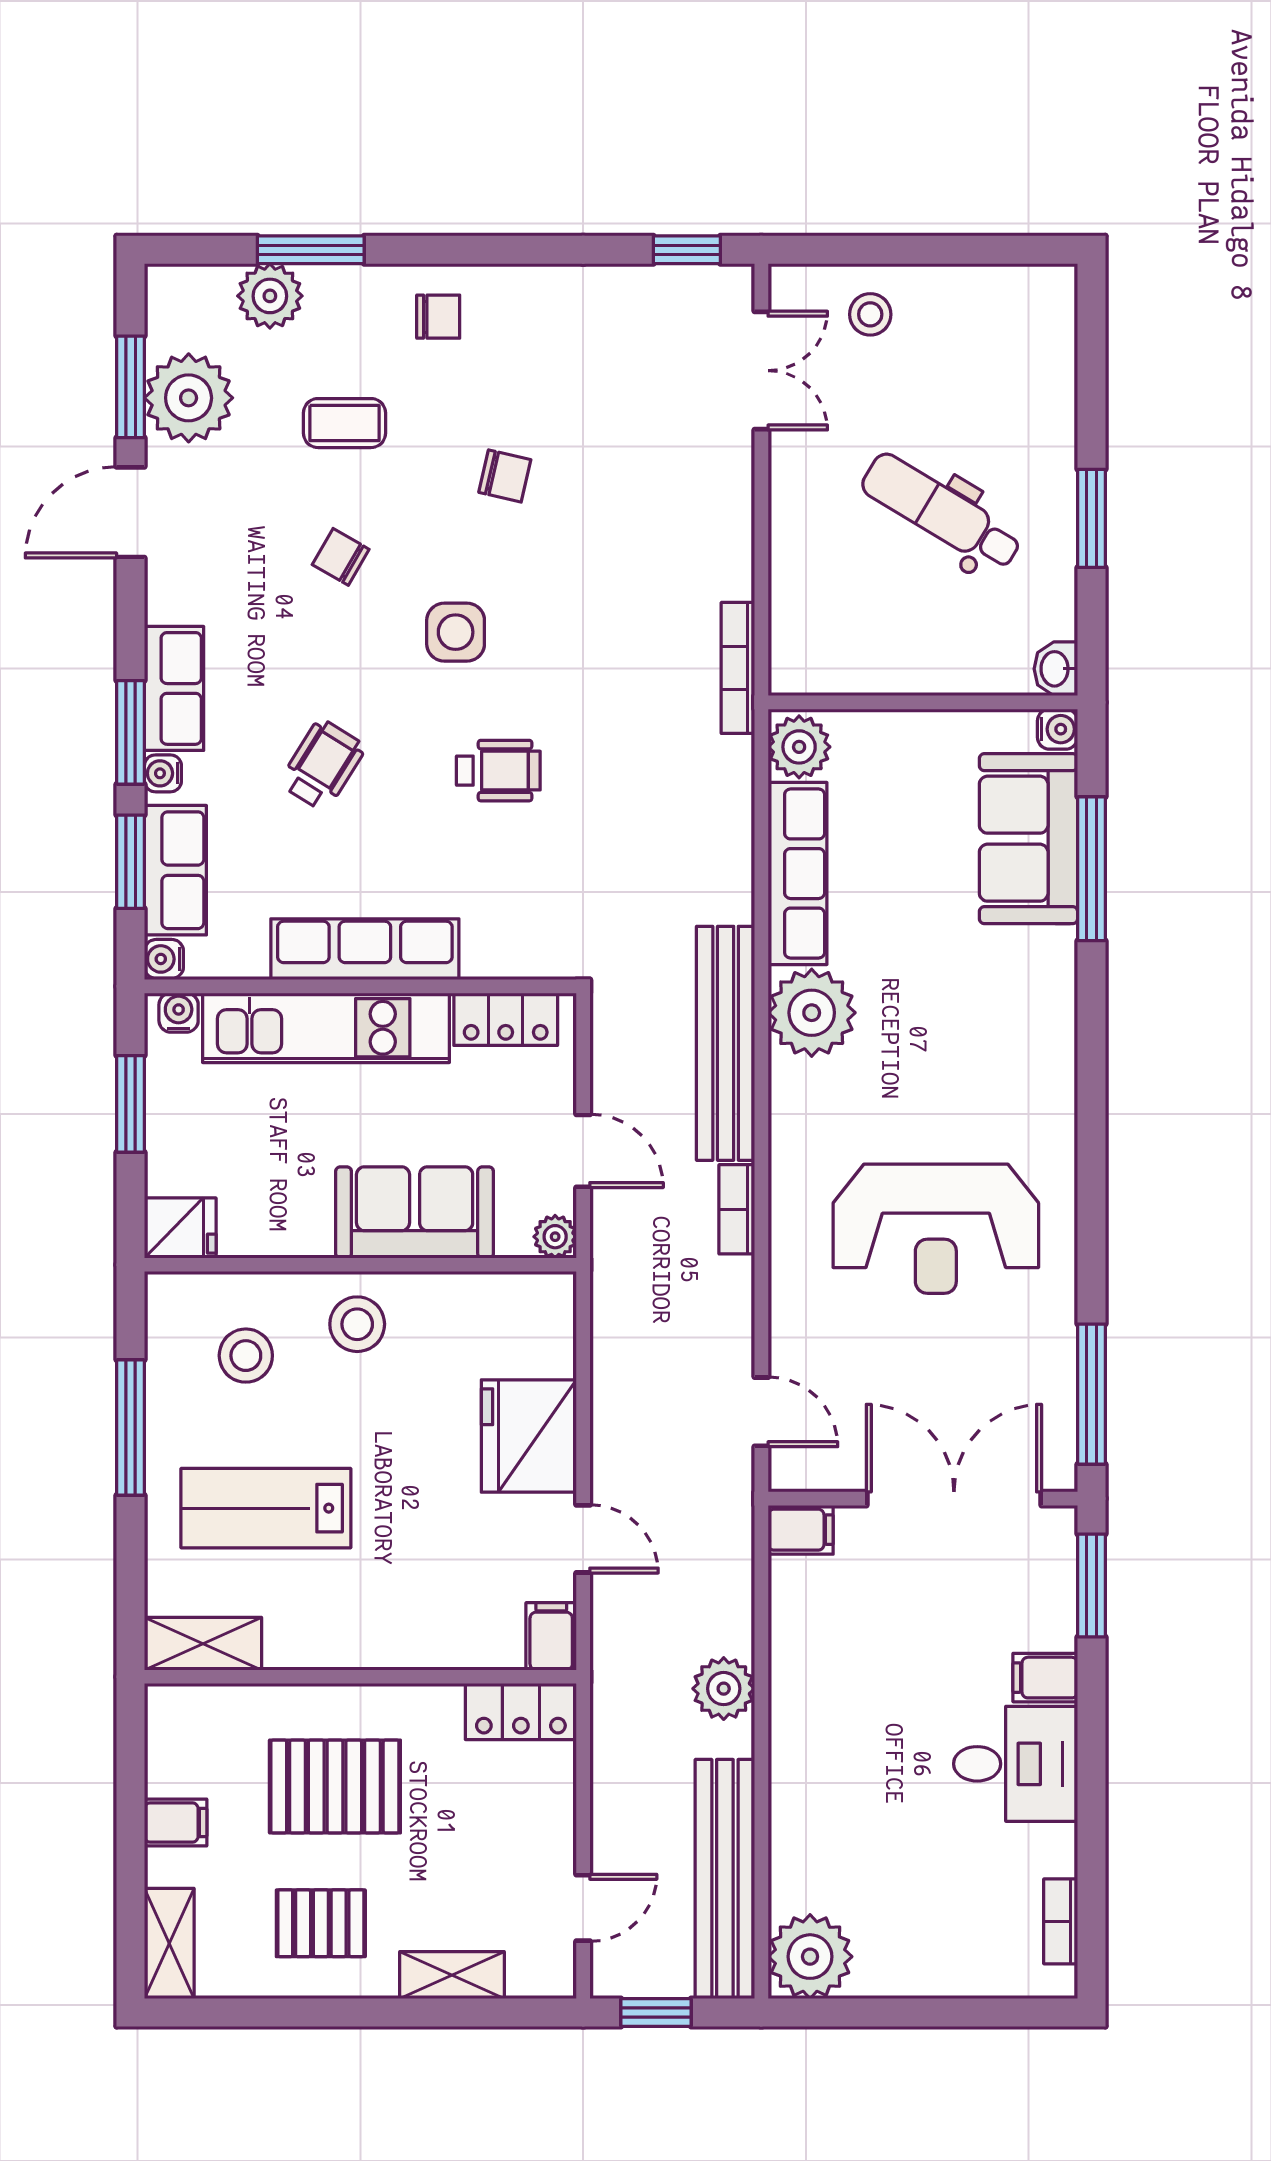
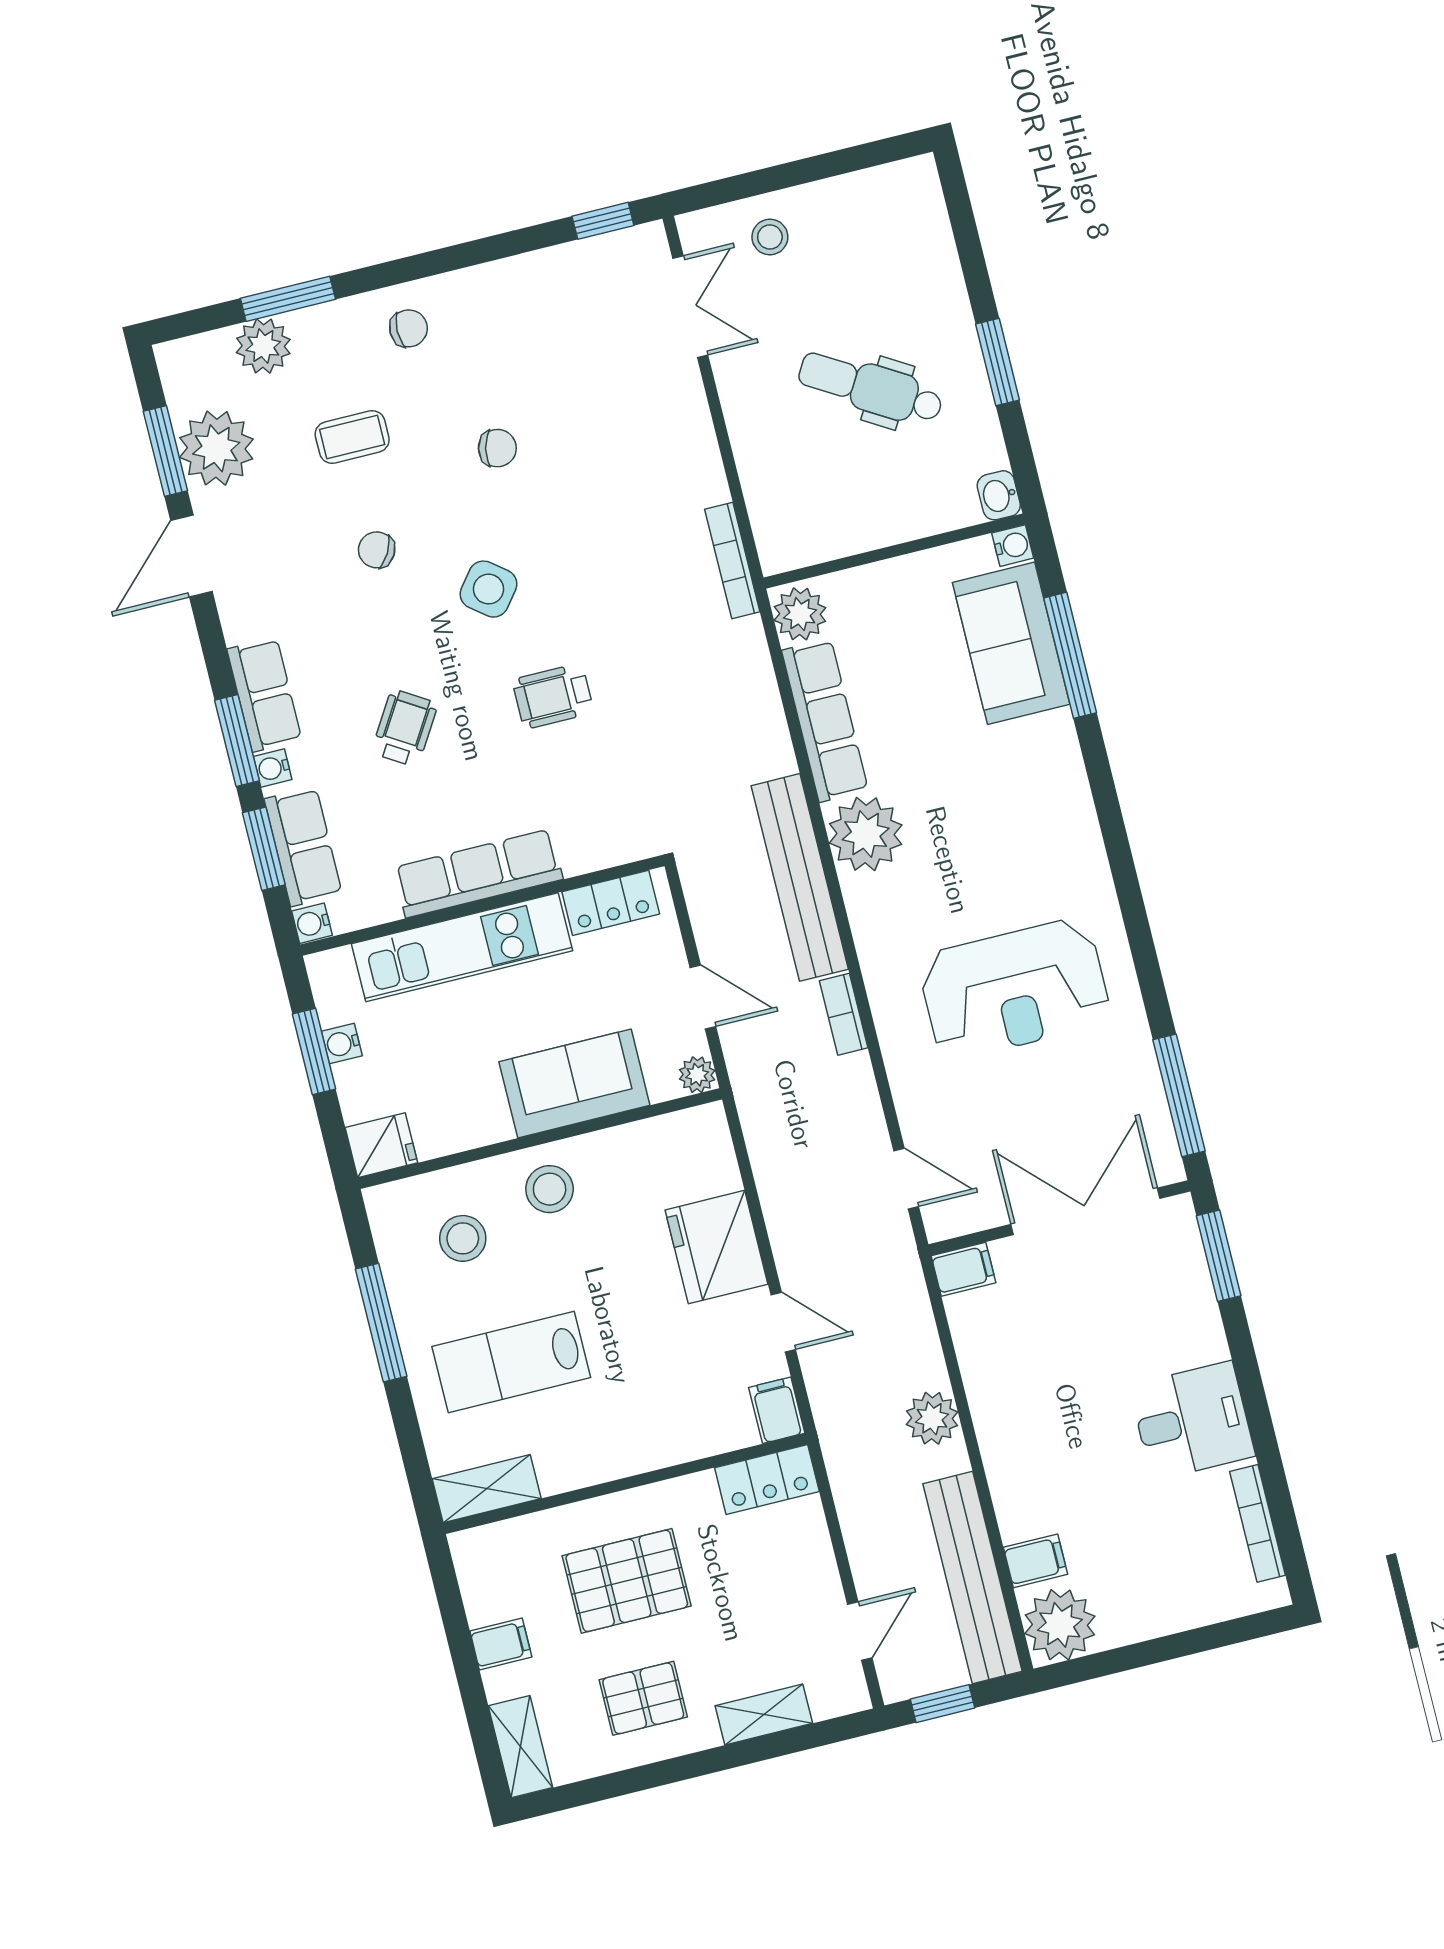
side table: (456, 632) -> (488, 589), turned 38
wheelchair: (498, 771) -> (553, 696), turned 180
water cooler: (179, 1013) -> (342, 1044), moved, turned -90
filing cabinet: (1045, 1678) -> (1035, 1561), moved, turned 180
bookcase: (1061, 1921) -> (1257, 1523), width x1.56

